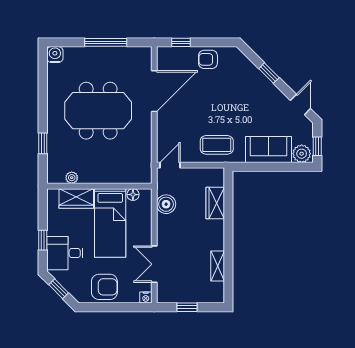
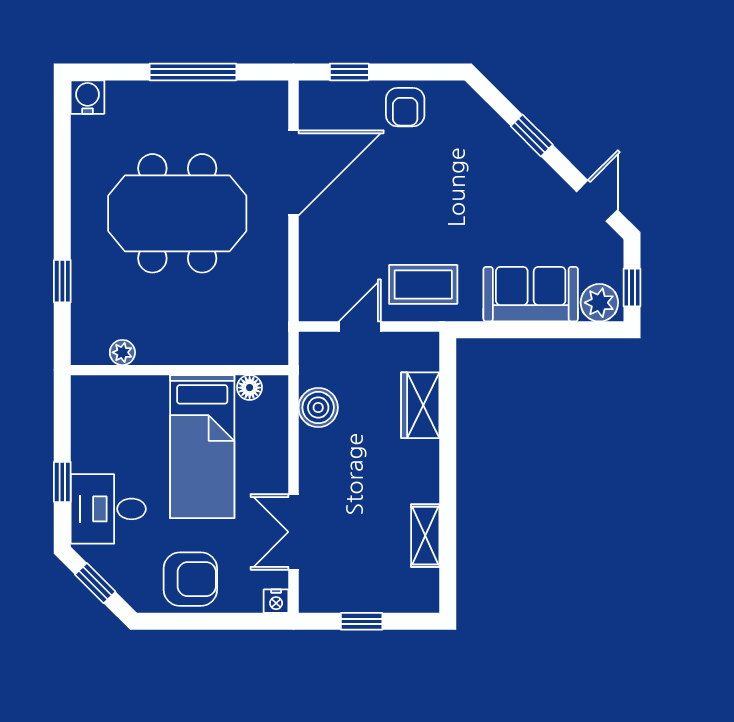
armchair: (208, 59) -> (405, 107), turned -90
door: (170, 165) -> (360, 327), moved
wardrobe: (76, 198) -> (132, 396), removed

